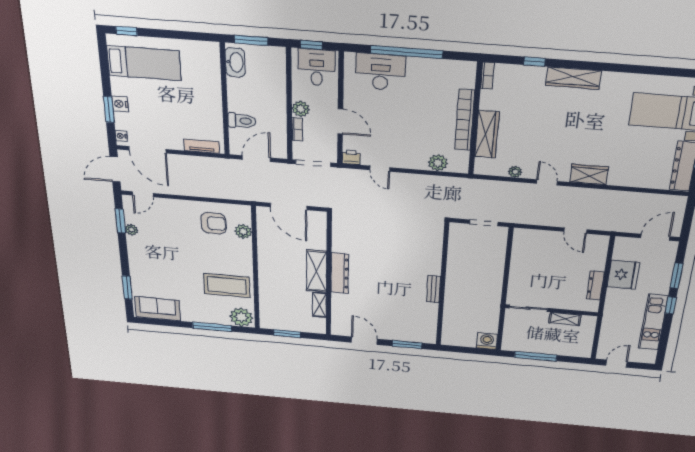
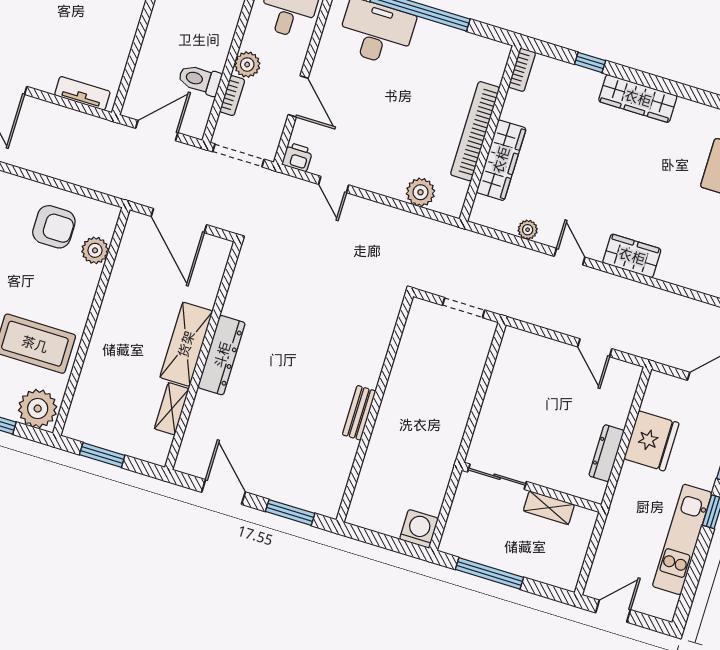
toilet: (242, 121) -> (200, 80), moved, turned 180

